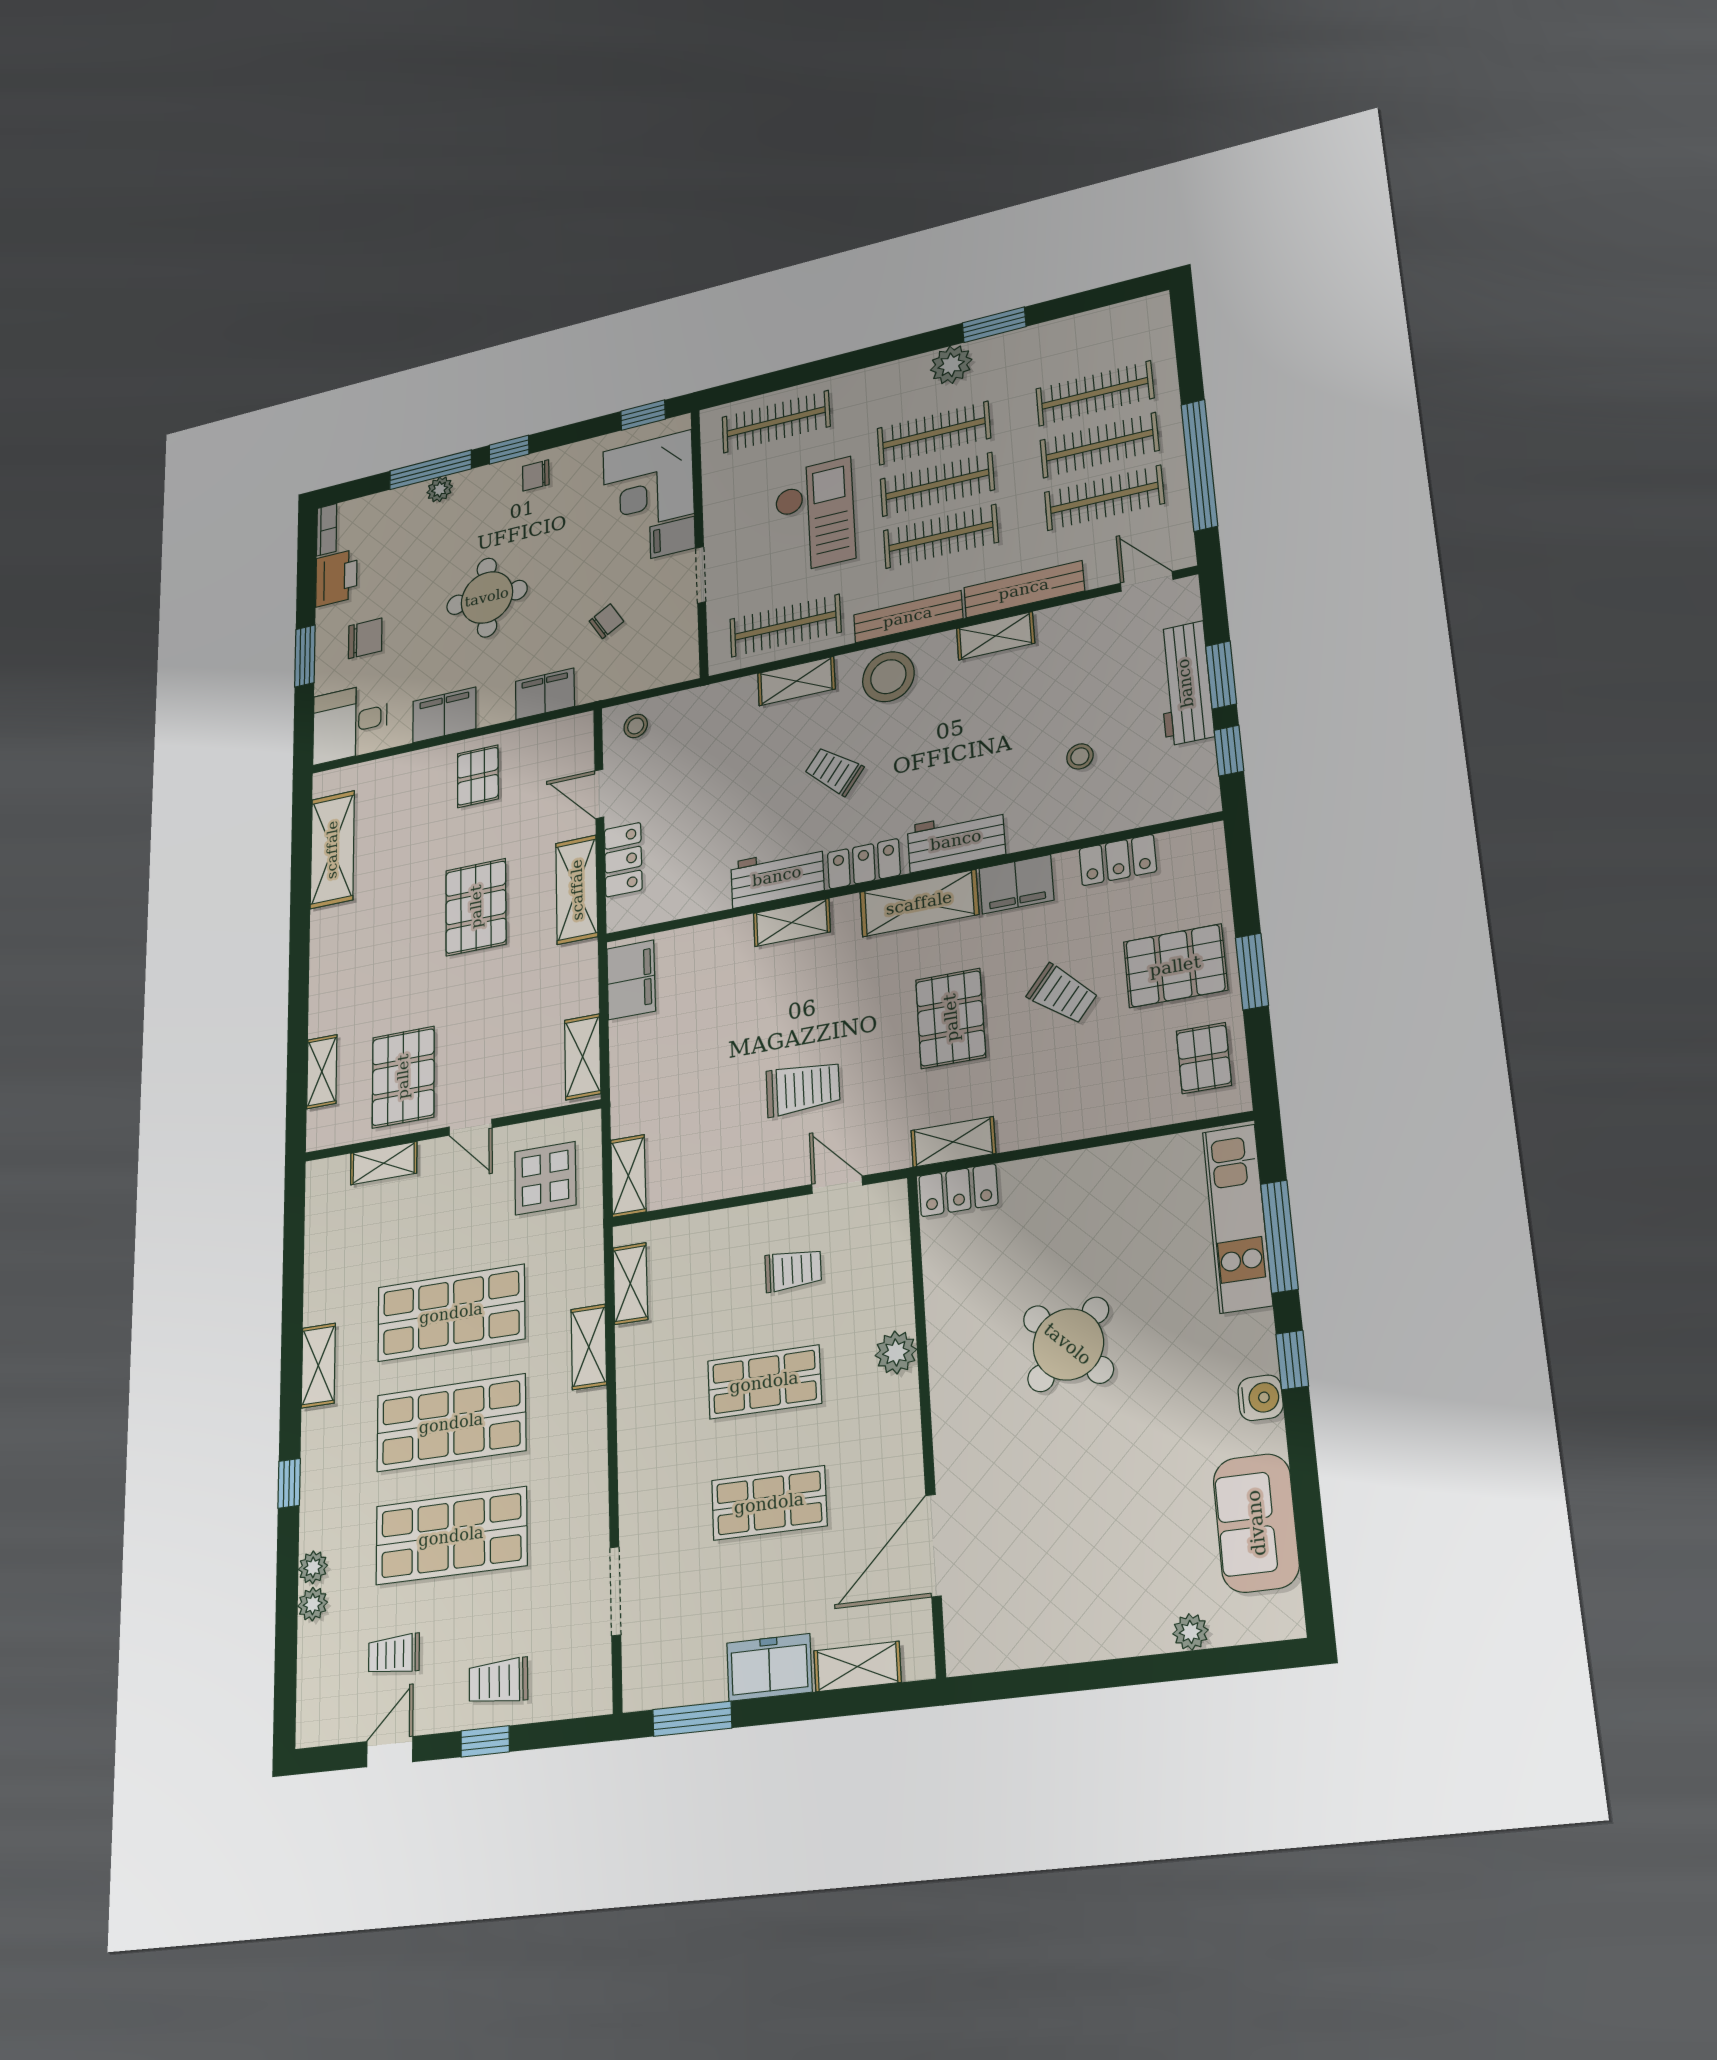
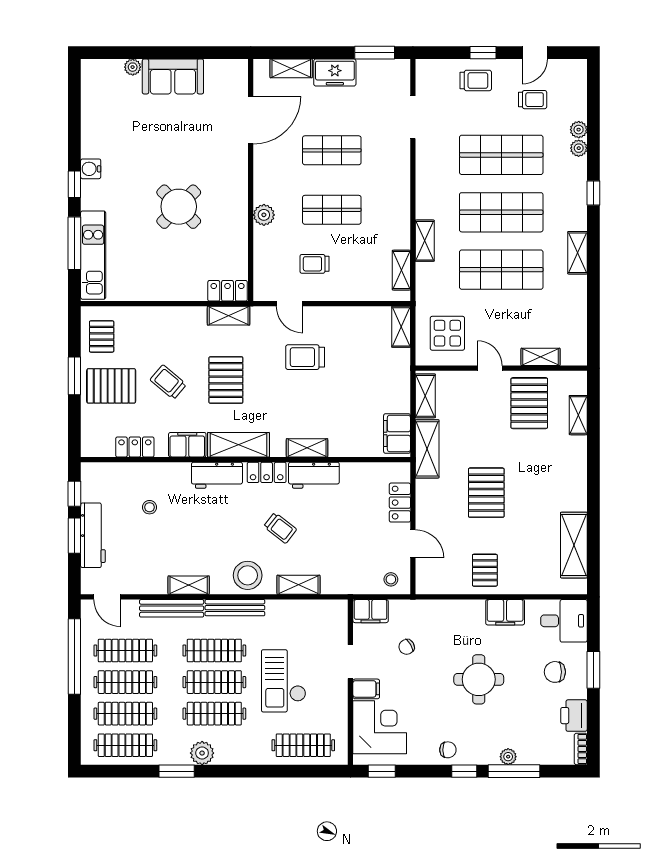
clothes rail: (785, 626) -> (125, 745), moved
filing cabinet: (545, 694) -> (371, 611), moved
shelving: (577, 890) -> (427, 449), moved
sofa: (1256, 1523) -> (173, 76), moved, turned 90

